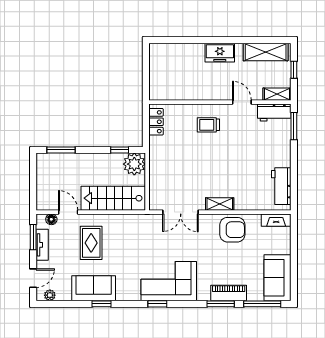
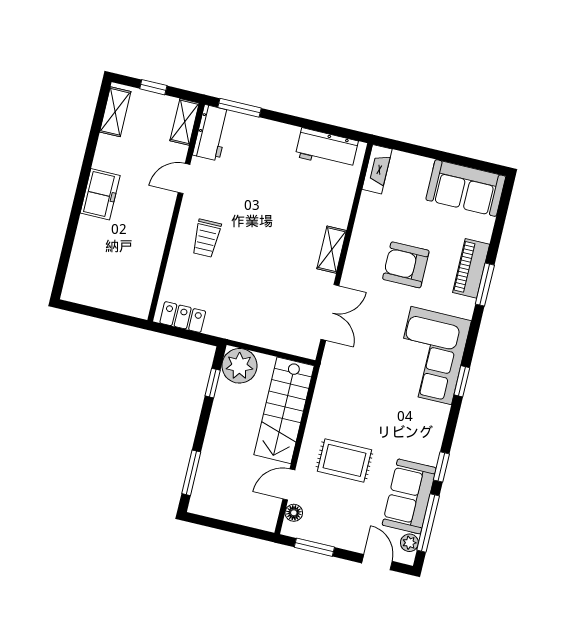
shelving: (266, 52) -> (115, 112), width x0.67, depth x0.75
armchair: (232, 230) -> (406, 265), moved, turned -90
tv unit: (42, 245) -> (329, 536), removed
sofa: (94, 288) -> (409, 496), moved
window: (262, 304) -> (428, 523), moved

